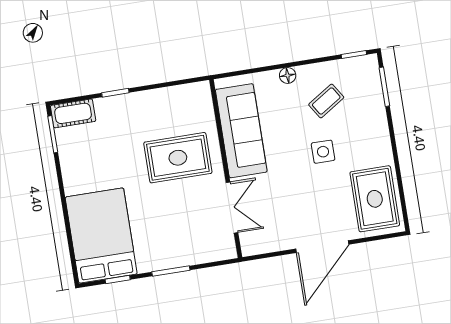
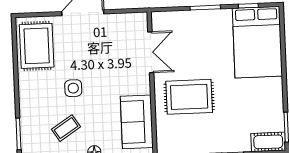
sofa: (241, 131) -> (137, 122), width x0.73
double door: (232, 208) -> (151, 52), swing flipped

